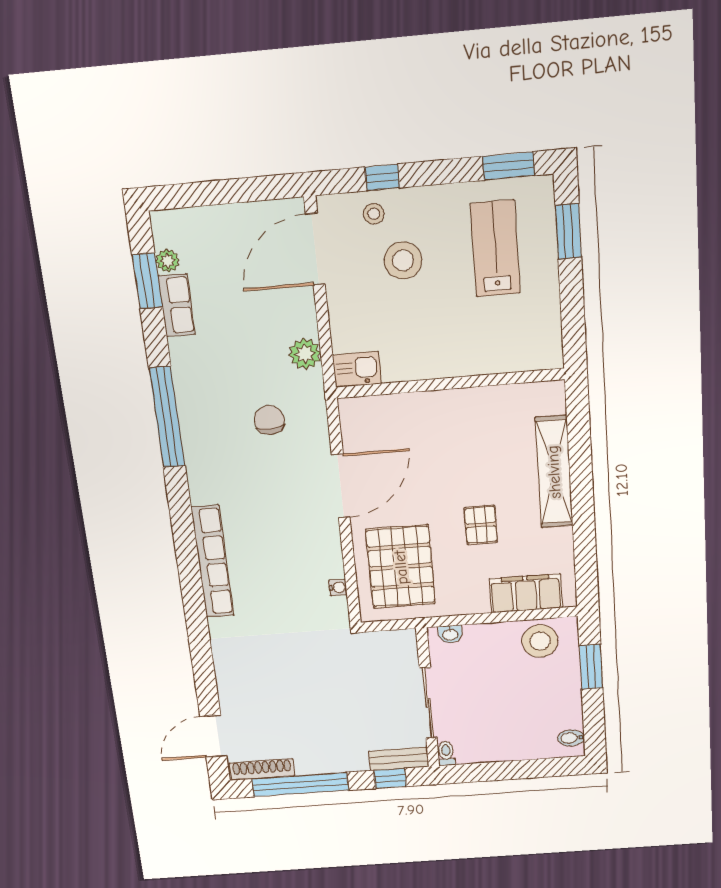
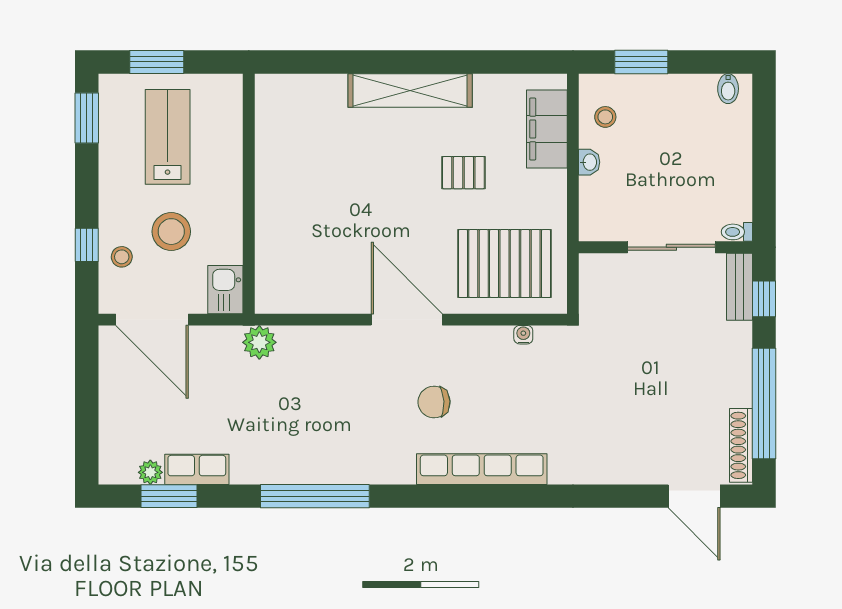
lab bench: (495, 249) -> (168, 137), turned 90
kitchen sink: (357, 369) -> (225, 290), moved
wall: (450, 383) -> (249, 194), moved
chair: (269, 420) -> (434, 402), moved
washbasin: (450, 634) -> (589, 162), moved
stool: (540, 641) -> (605, 117), width x0.53, depth x0.53

